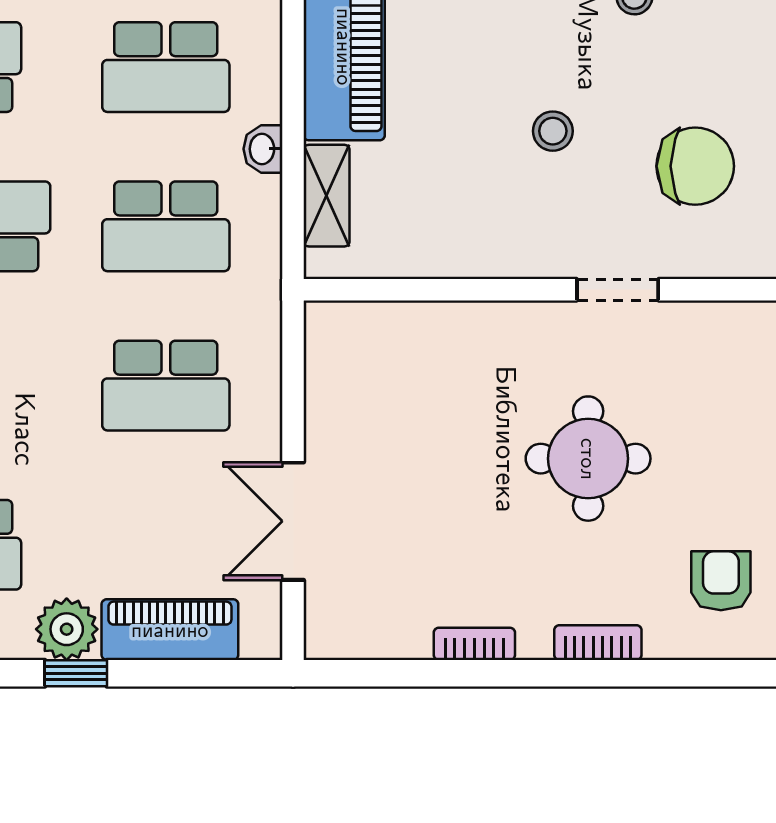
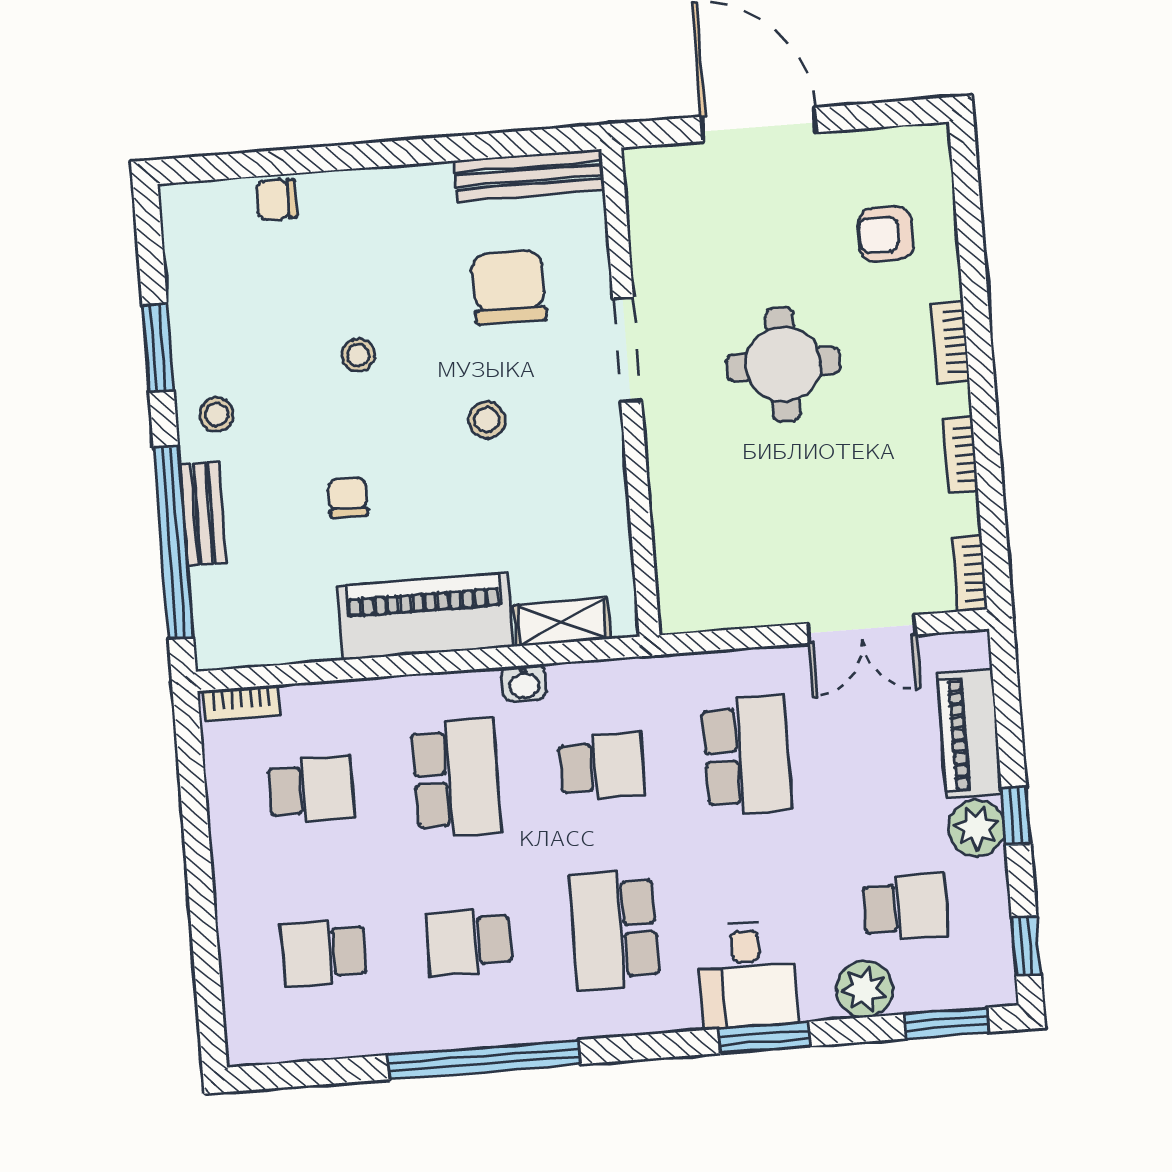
school desk: (166, 226) -> (602, 766), width x0.54
doorway: (618, 290) -> (627, 349), width x1.38
bookcase: (344, 644) -> (970, 574), added

